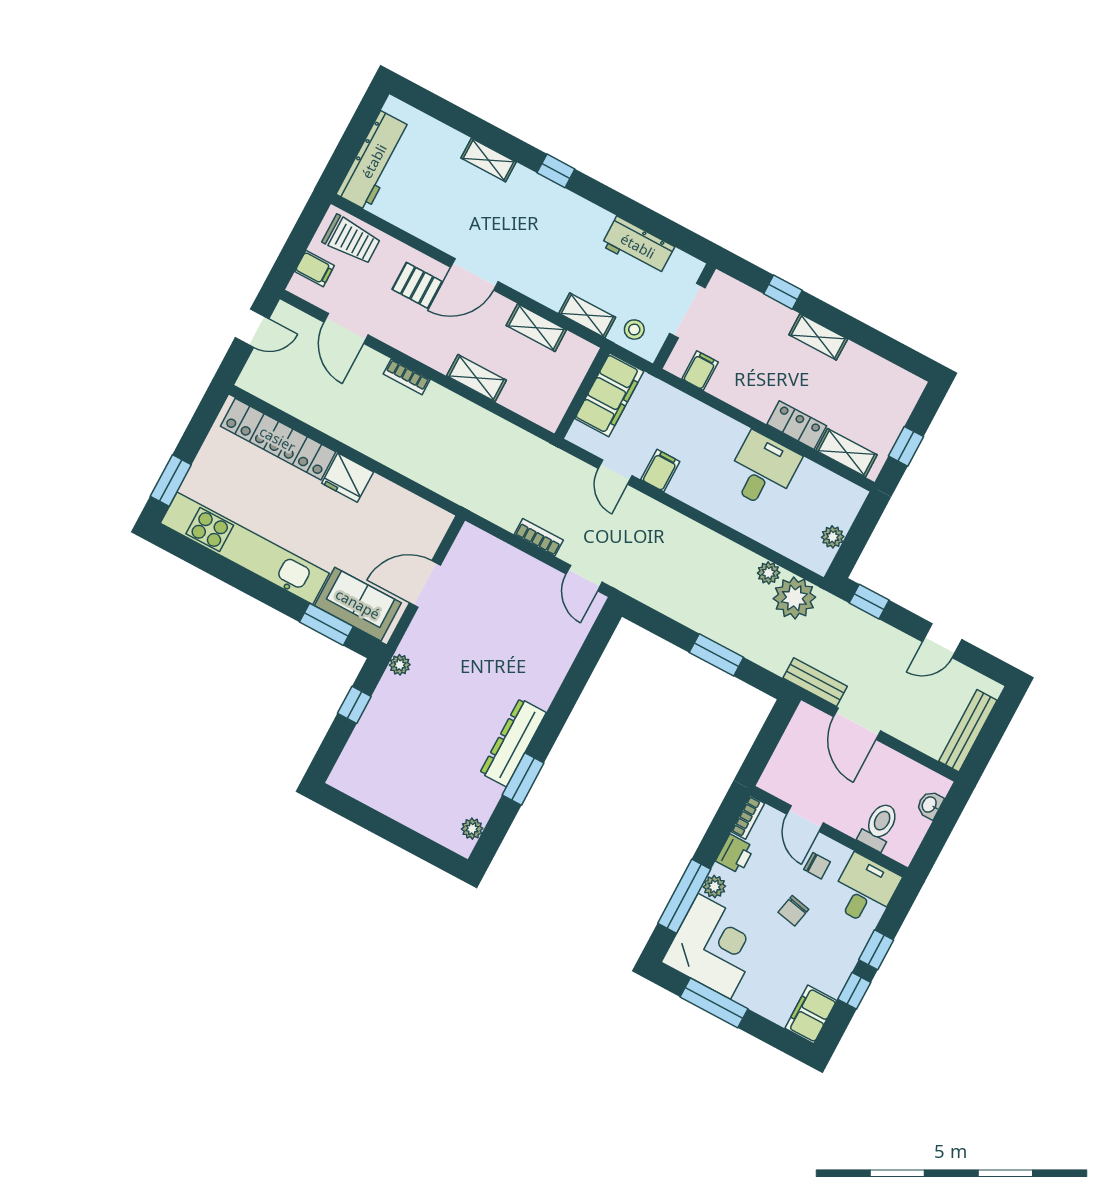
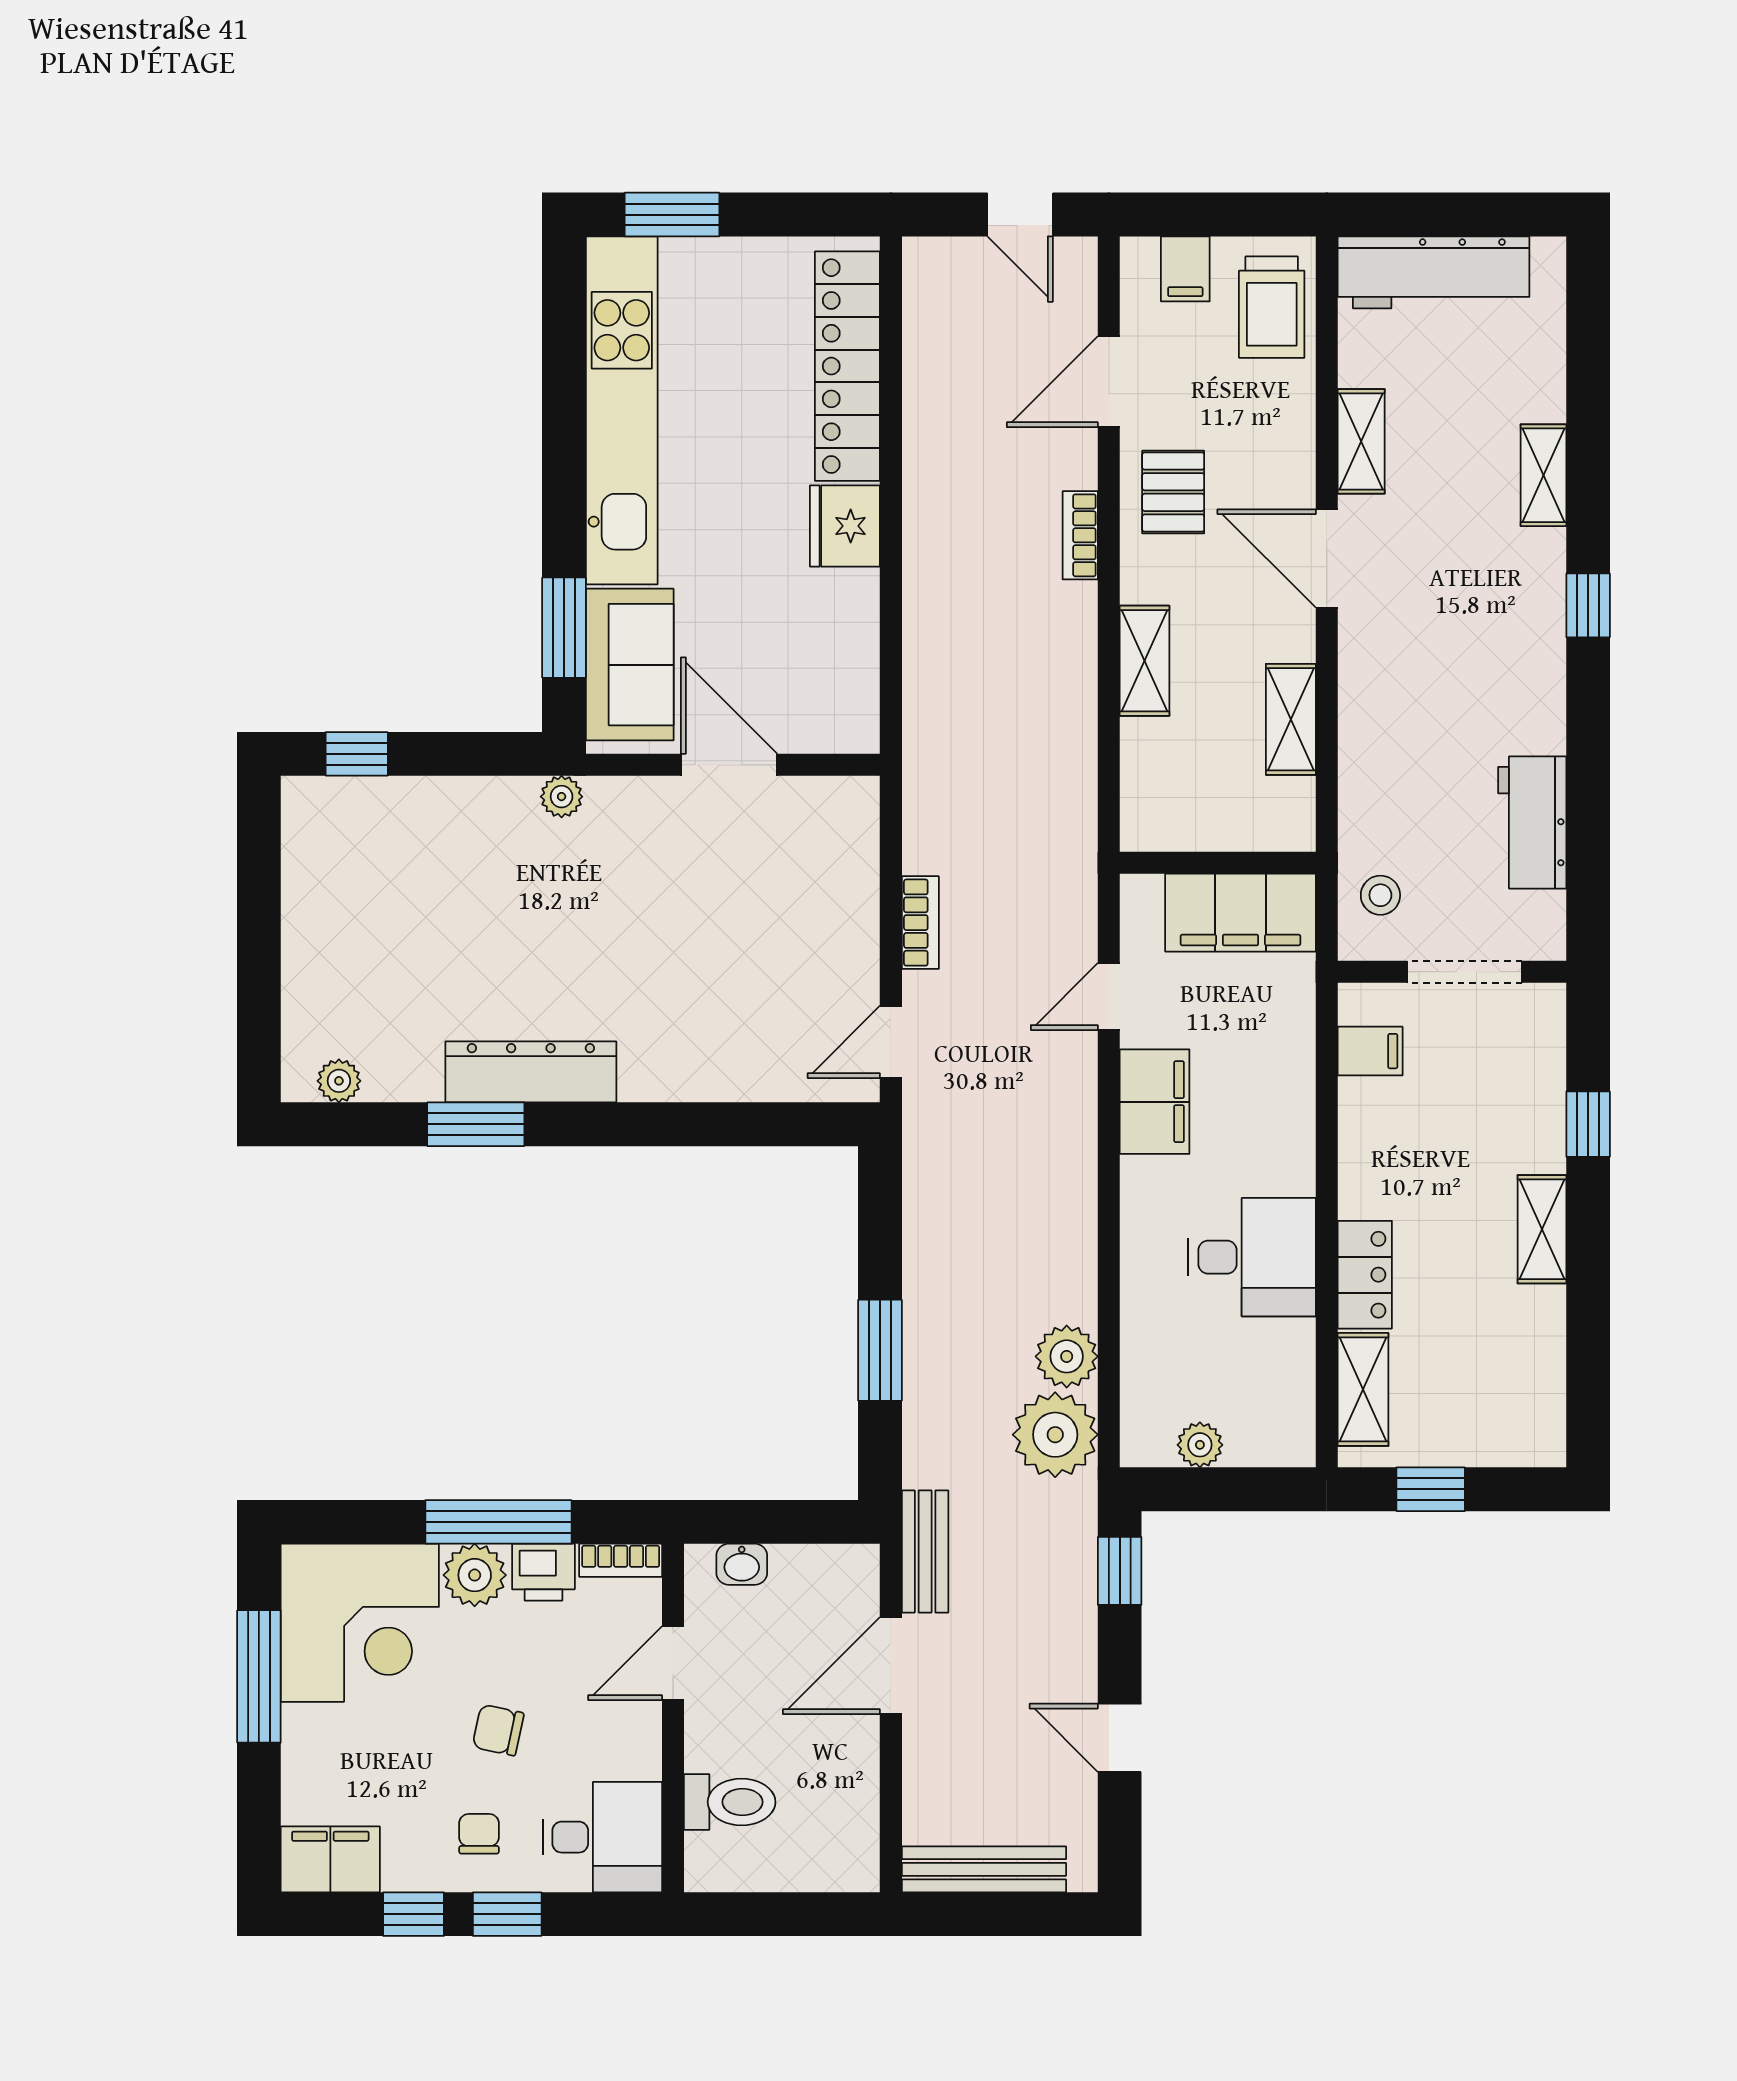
pallet: (417, 285) -> (1173, 492), moved
shelving: (587, 315) -> (1361, 441), moved
filing cabinet: (660, 470) -> (1155, 1102), width x2.00
plant: (769, 573) -> (1067, 1356), width x1.38, depth x1.38
window: (354, 705) -> (357, 754), moved
washbasin: (930, 805) -> (742, 1564), moved, turned 180
chair: (817, 866) -> (479, 1834), moved, turned 180
plant: (714, 887) -> (475, 1575), width x1.38, depth x1.38
window: (684, 896) -> (498, 1522), moved

